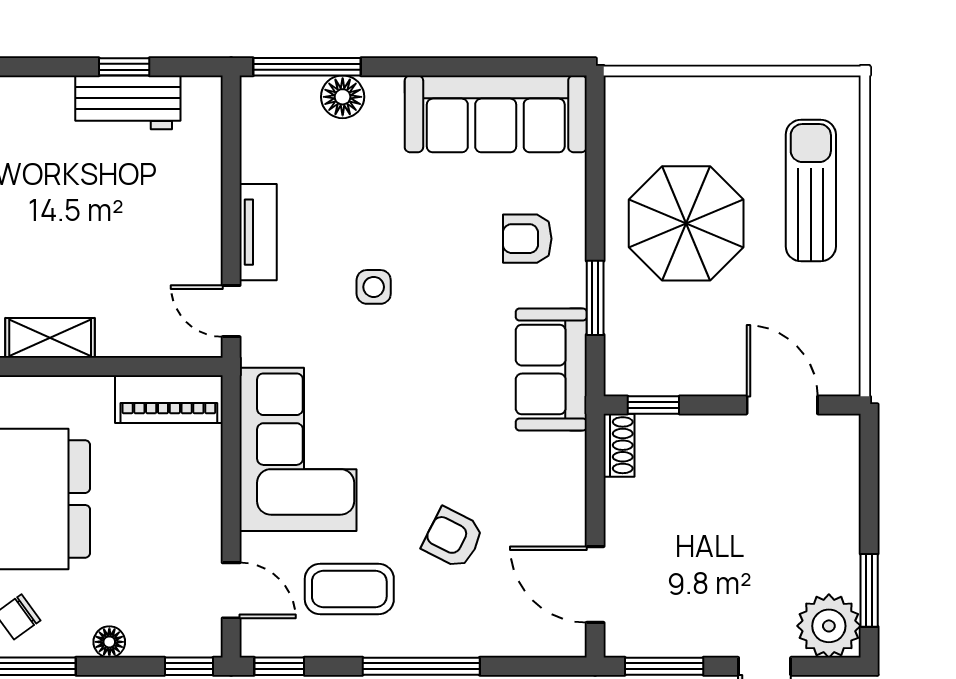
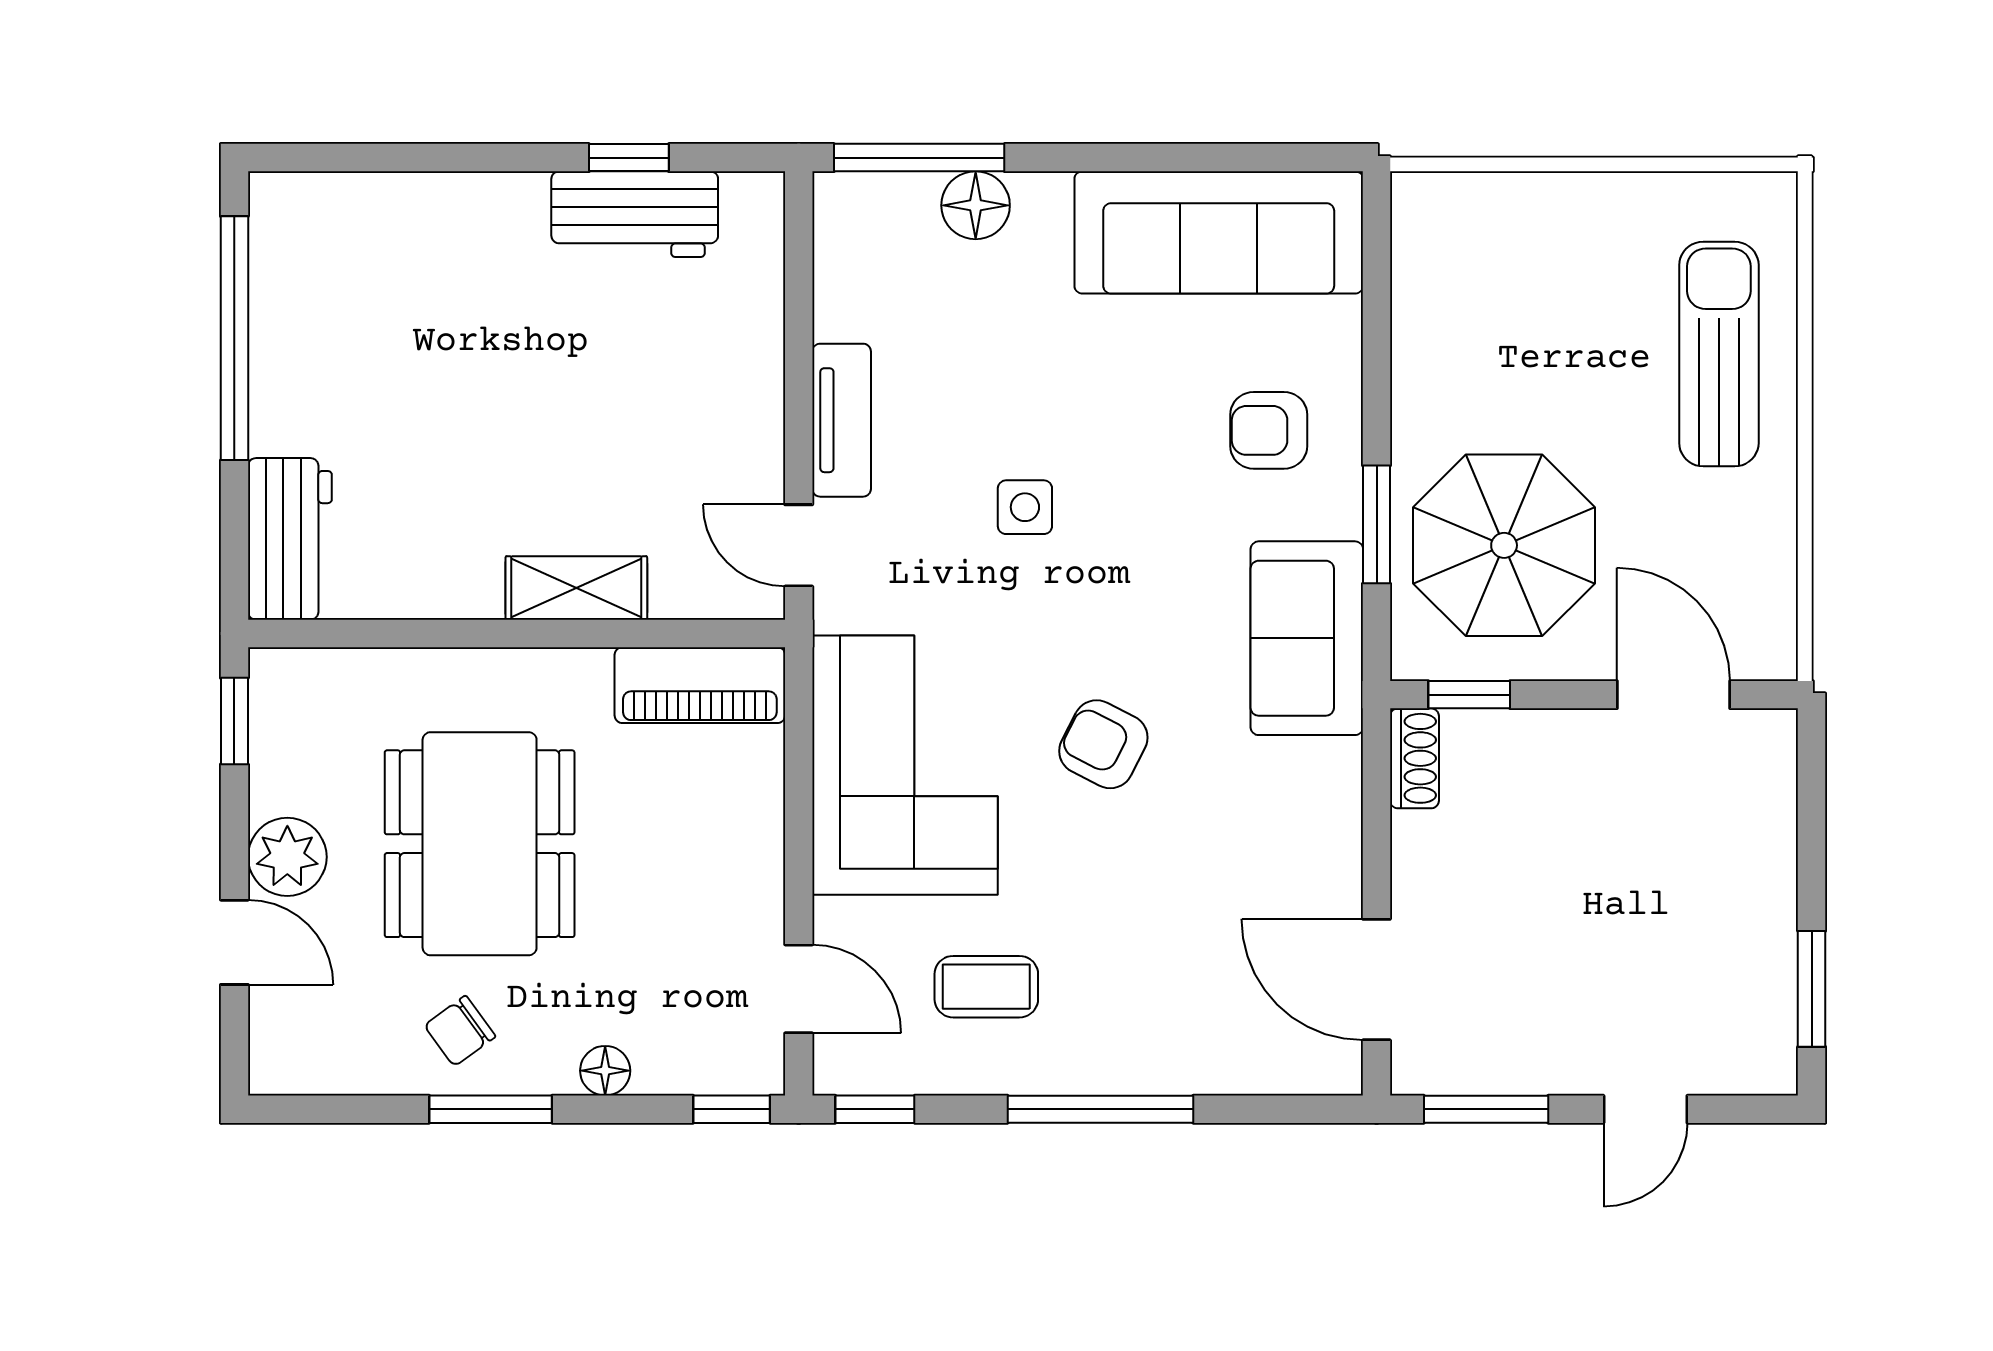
parasol: (686, 223) -> (1504, 545), moved
shelving: (50, 338) -> (576, 588), moved
armchair: (453, 538) -> (1103, 744), moved
coffee table: (349, 589) -> (986, 987), width x0.73, depth x0.77
plant: (829, 626) -> (1748, 1045), removed

